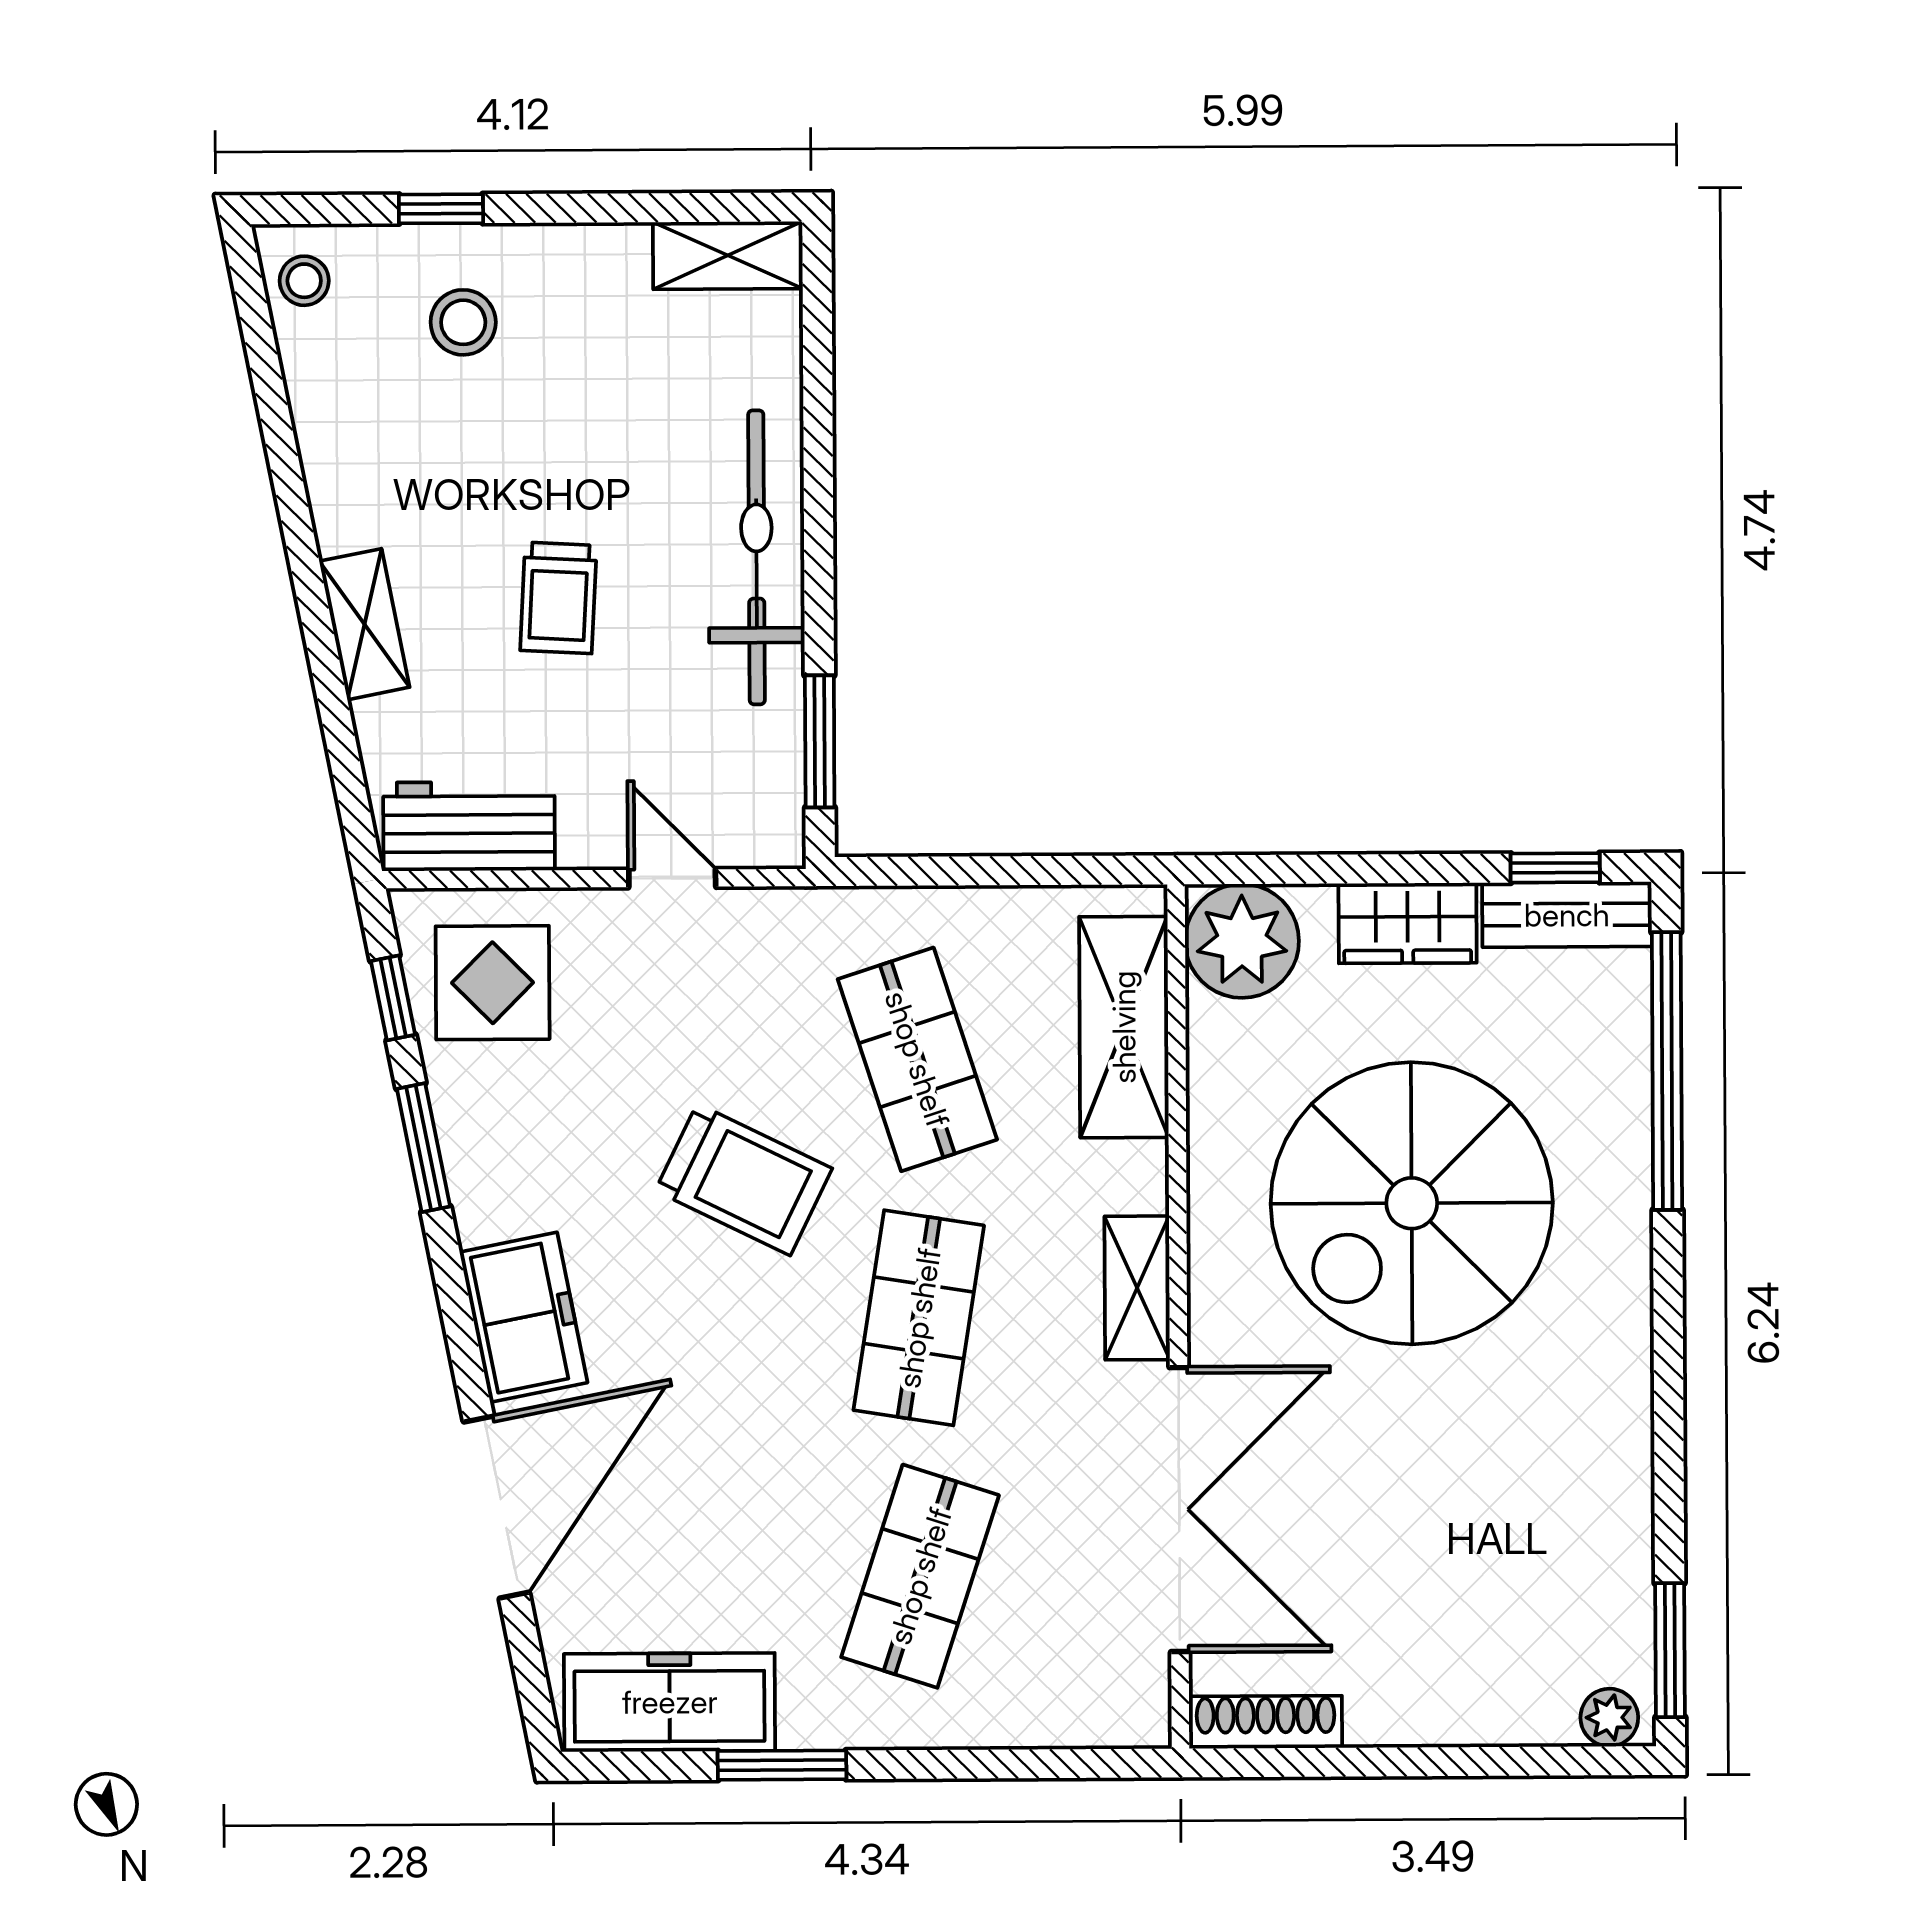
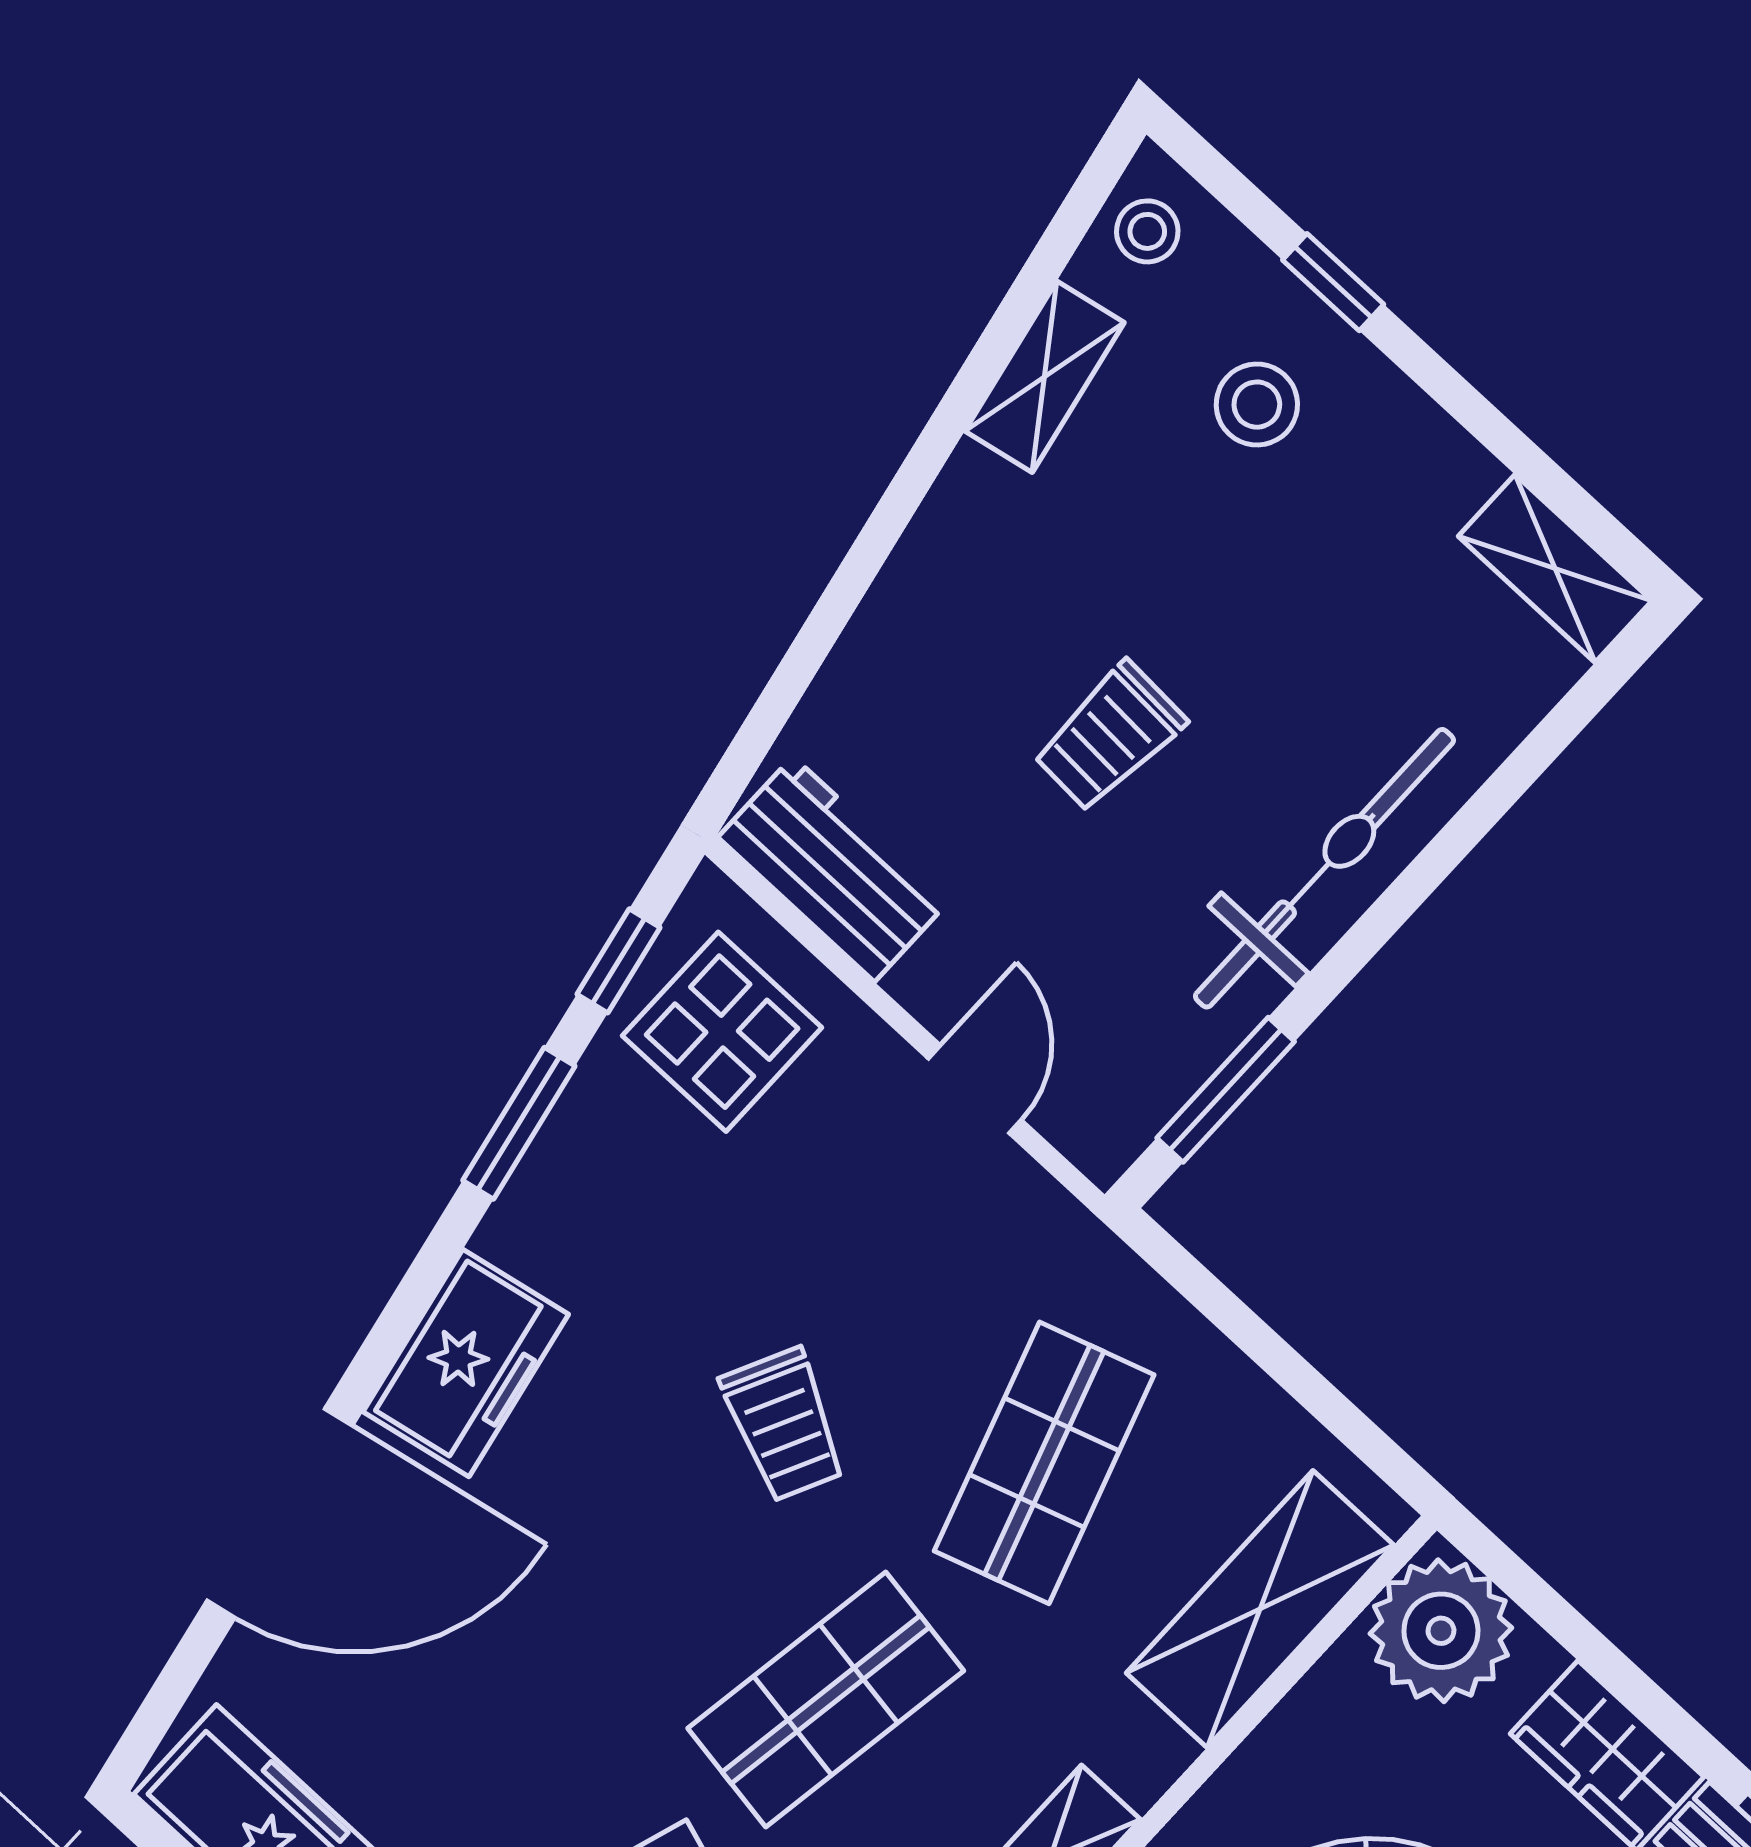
shelving: (364, 624) -> (1045, 377), moved
trolley: (744, 1180) -> (784, 1425), width x0.73, depth x0.72

